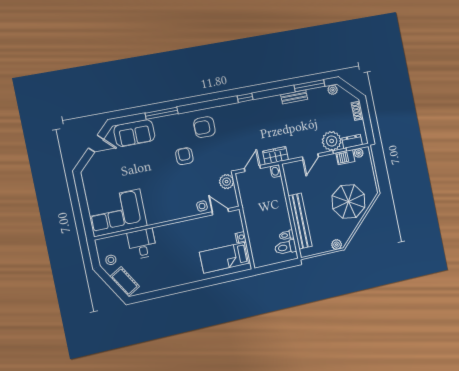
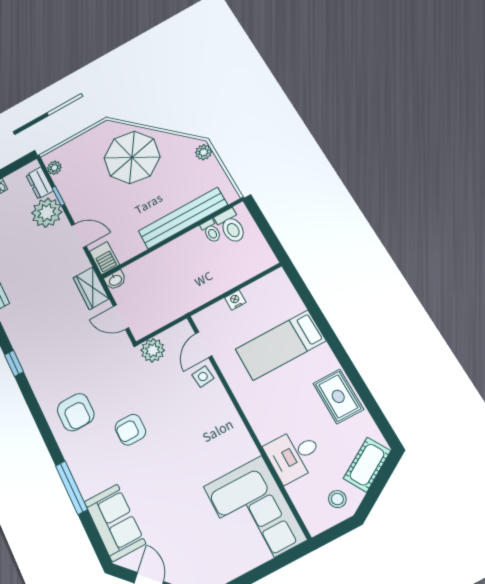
barbecue: (345, 157) -> (104, 258), moved
bed: (225, 258) -> (281, 345), moved, turned 90
rug: (167, 278) -> (338, 396), added

